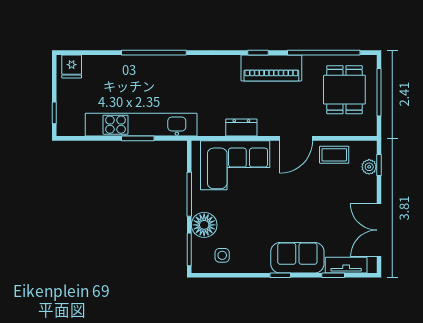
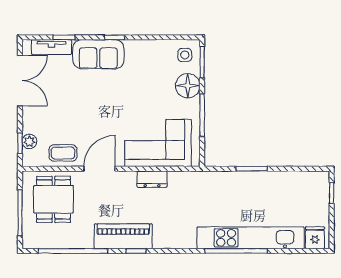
dining table: (344, 90) -> (54, 199), moved
kitchen unit: (141, 125) -> (251, 238), moved, turned 180
side table: (222, 255) -> (185, 55), moved

